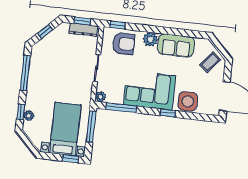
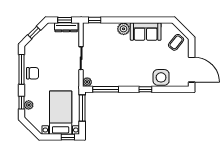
armchair: (124, 44) -> (101, 35), removed
chair: (38, 79) -> (33, 73), added
corner sofa: (150, 90) -> (128, 72), removed

